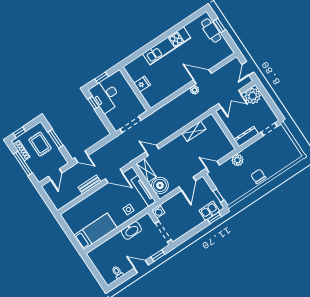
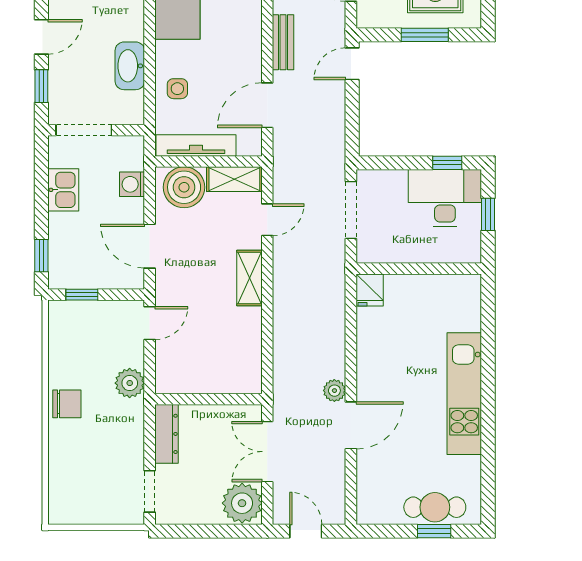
fridge: (142, 84) -> (370, 290), moved
shelving: (194, 131) -> (249, 278), moved
kitchen sink: (209, 211) -> (63, 190), moved
washing machine: (158, 212) -> (132, 184), moved

